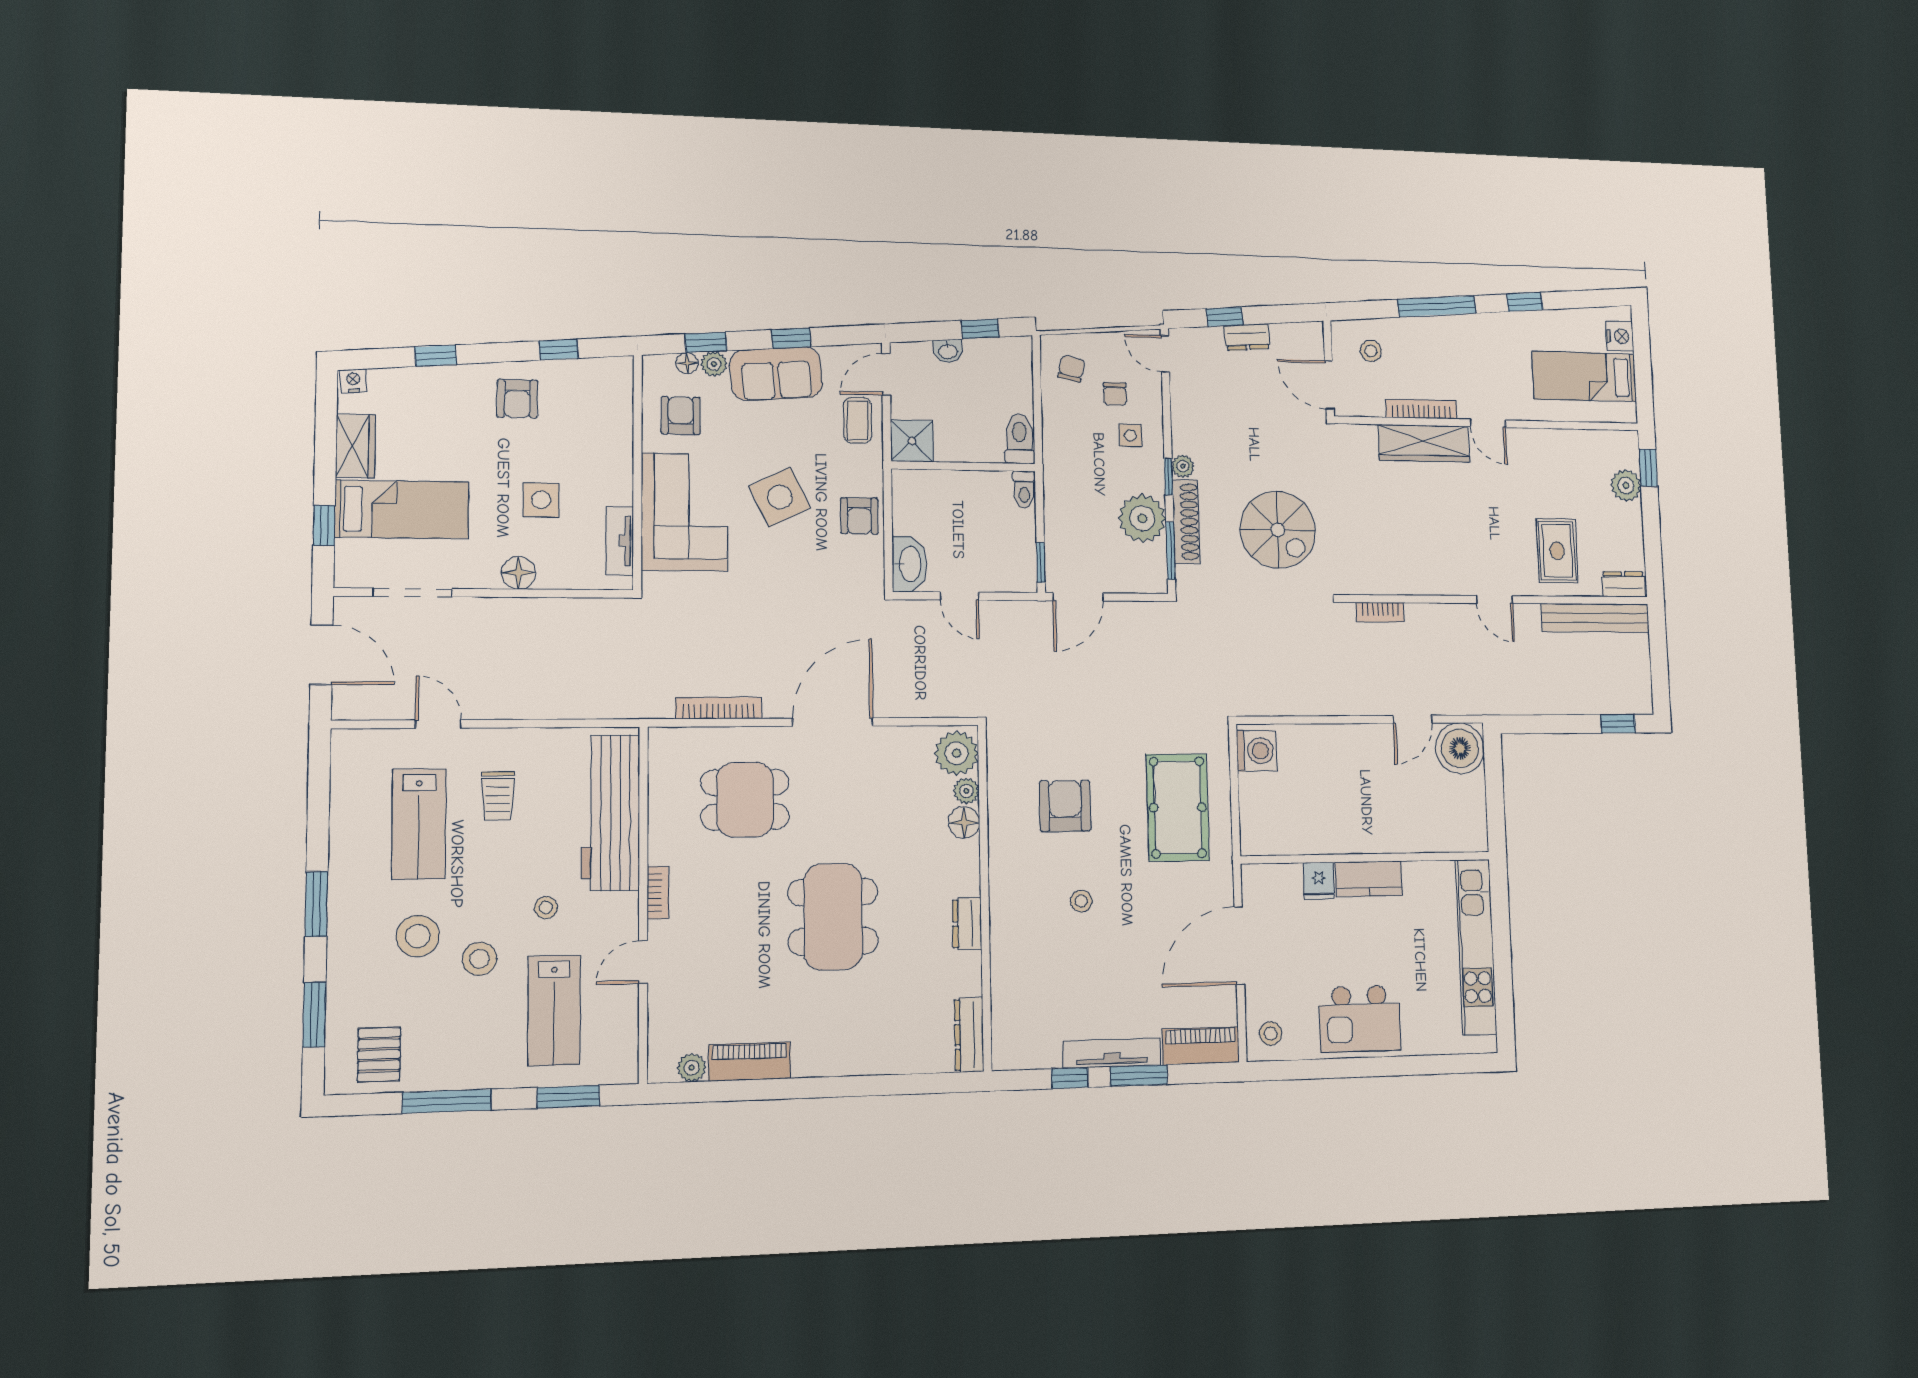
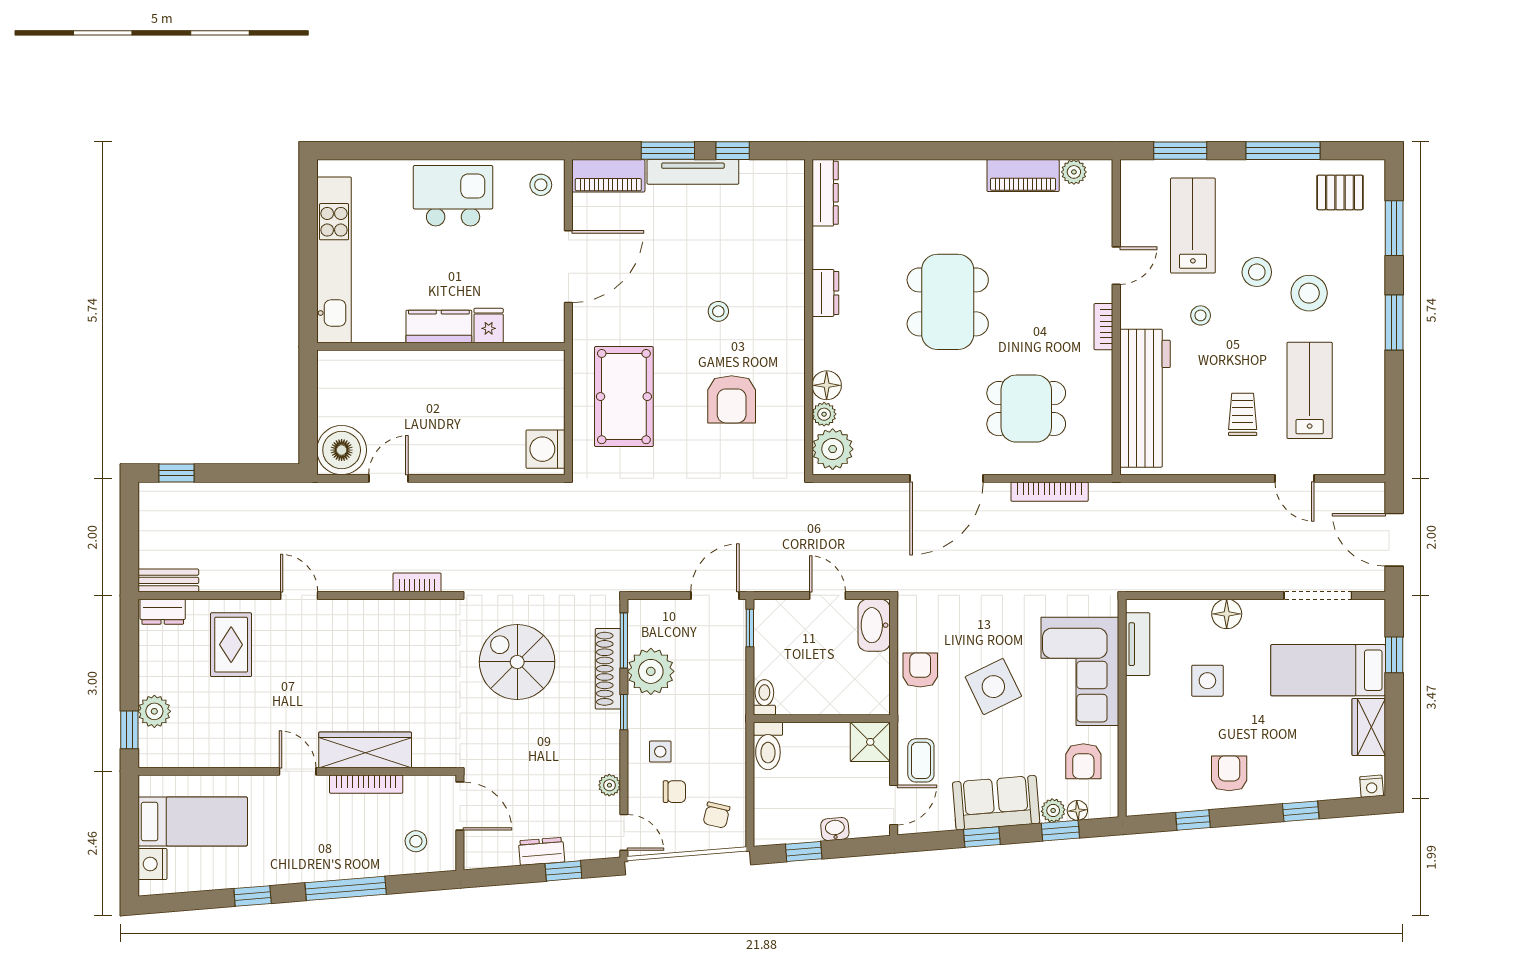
chair: (1115, 394) -> (674, 792), turned 90
plant: (1183, 466) -> (609, 785), moved
bench: (1595, 618) -> (168, 580), width x0.54, depth x0.82
pallet: (379, 1055) -> (1340, 192), turned 90

